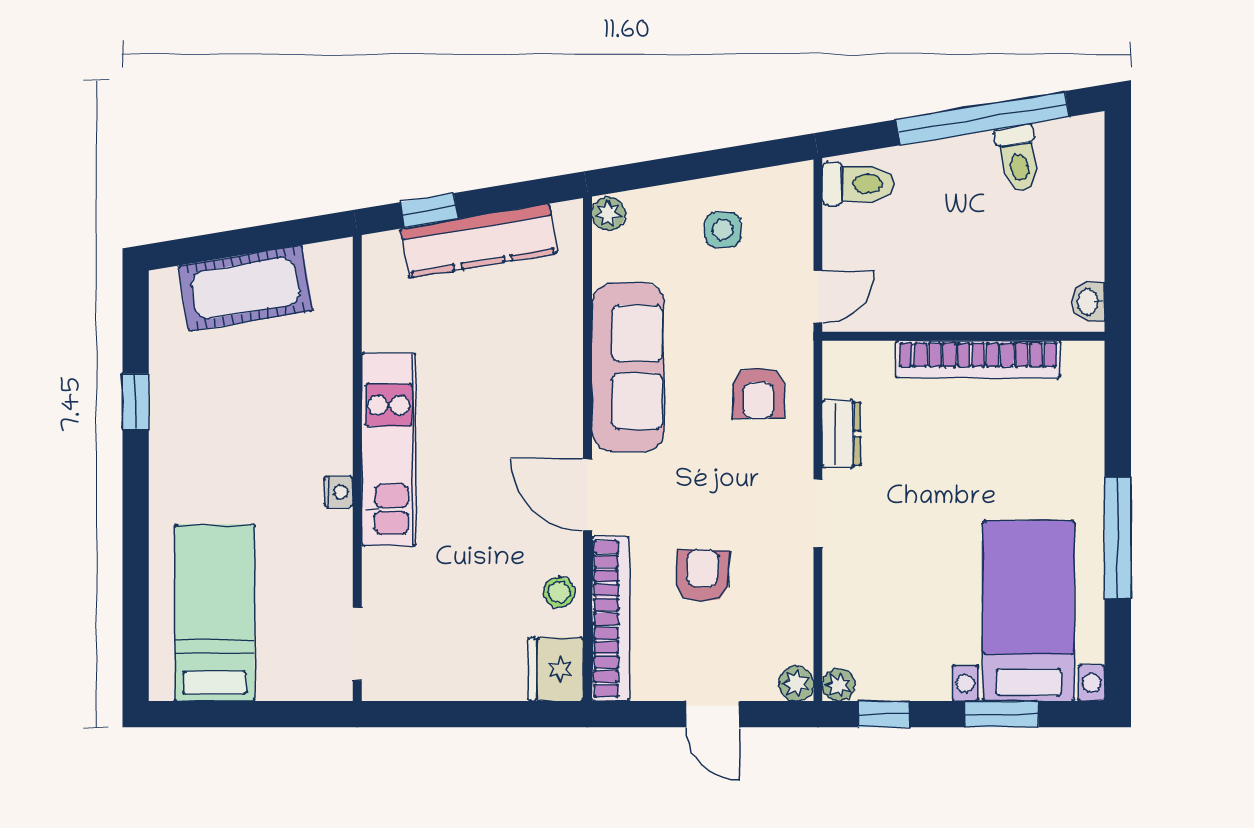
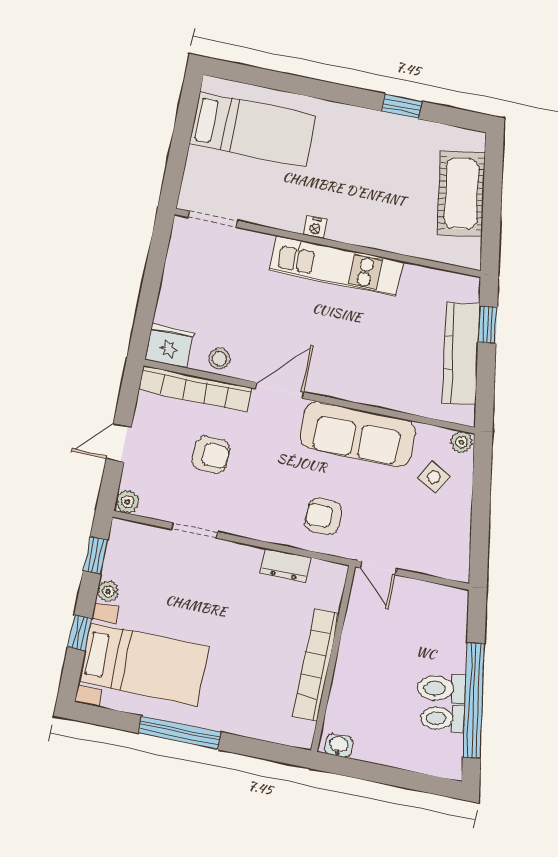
toilet: (858, 184) -> (442, 688), moved, turned 81
side table: (723, 230) -> (434, 477), moved, turned 30
doorway: (818, 513) -> (195, 531), moved
plant: (838, 685) -> (108, 591), moved
window: (1002, 714) -> (80, 633), width x0.67

